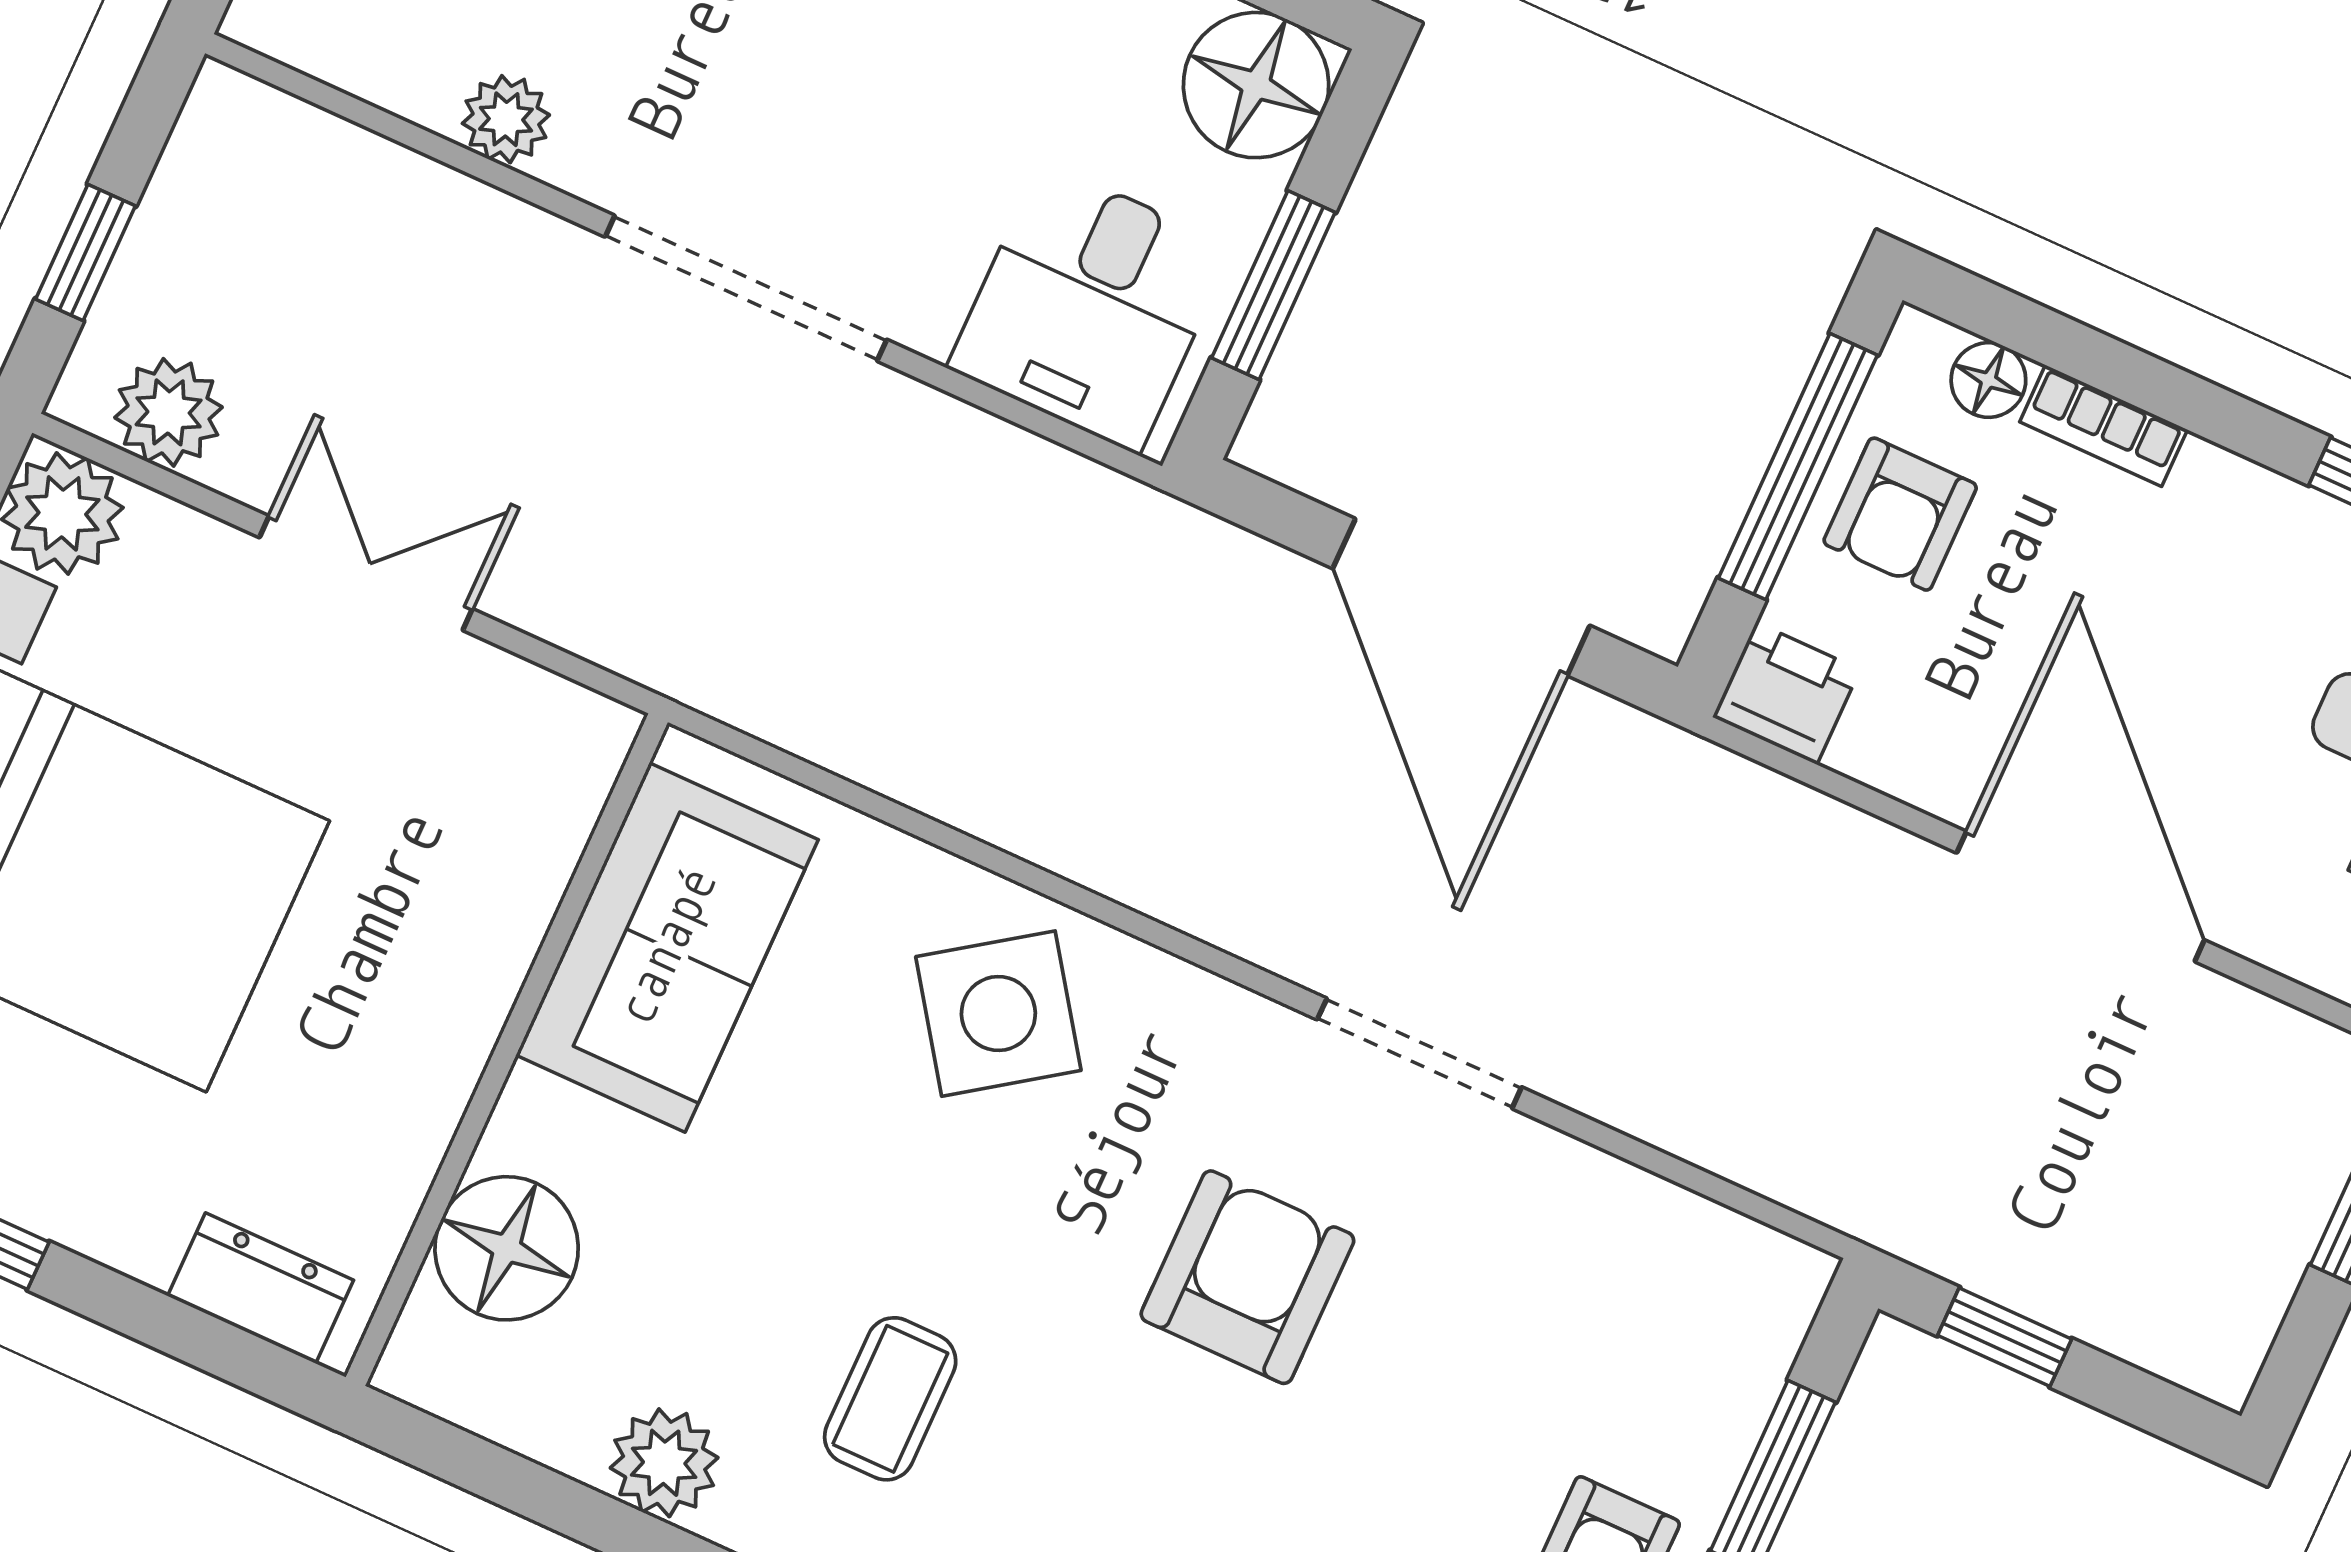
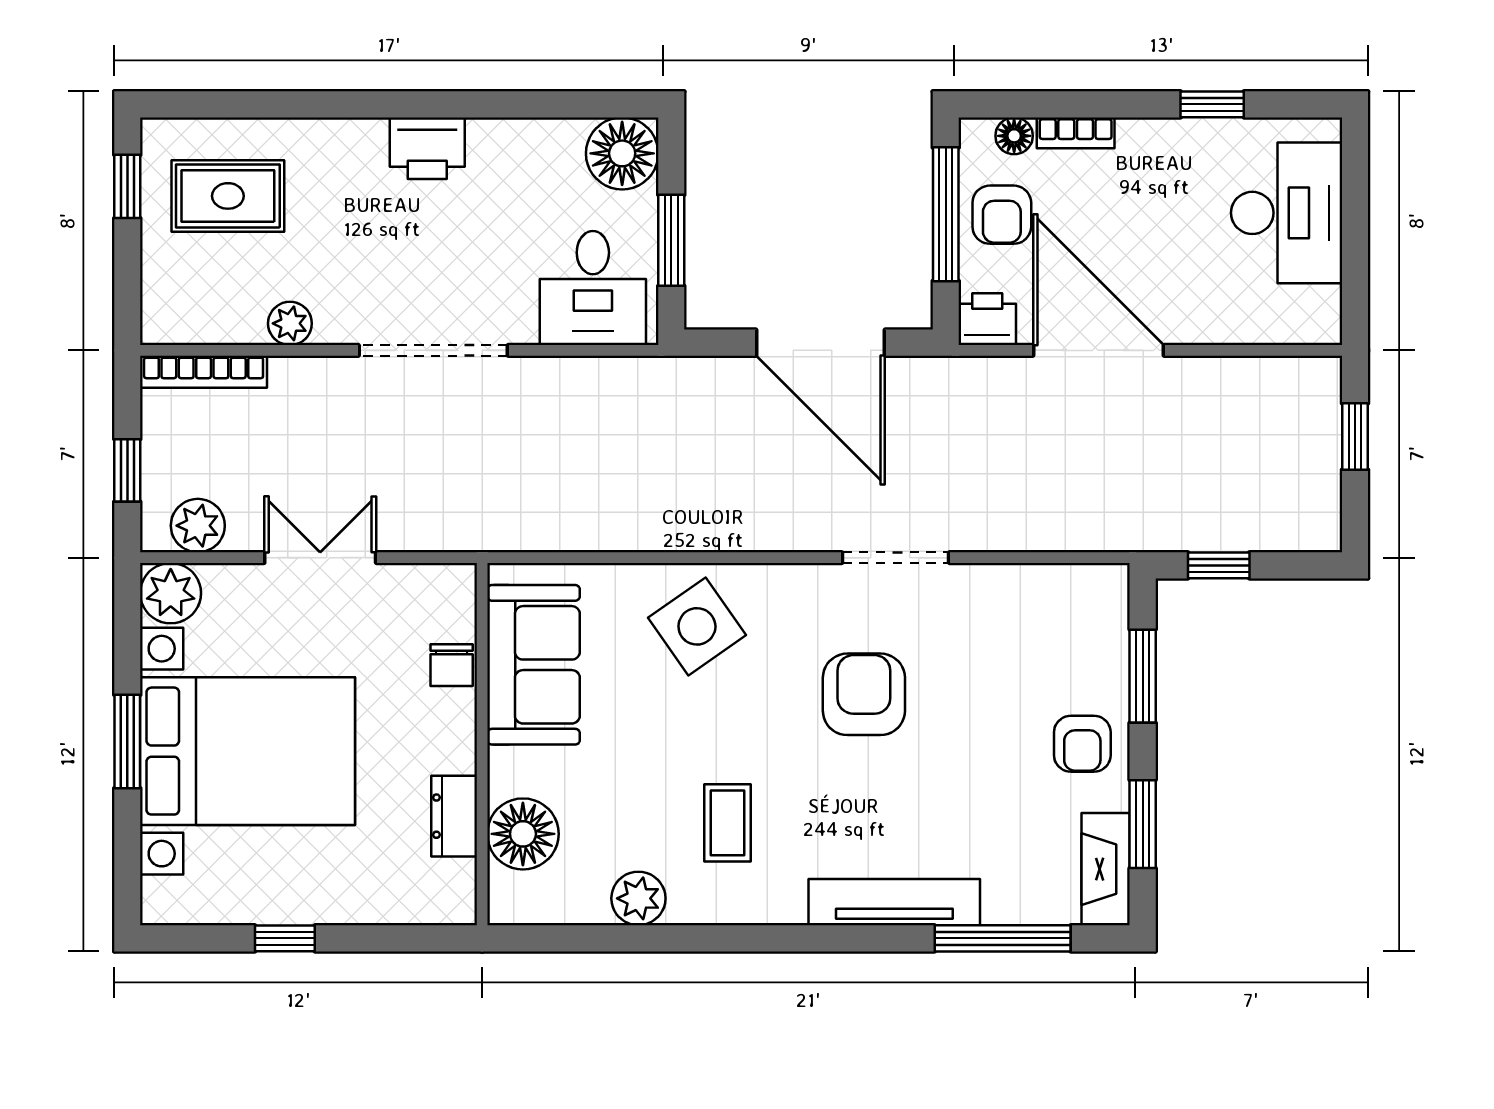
bookcase: (307, 136) -> (204, 372), added
chair: (517, 880) -> (452, 665), added
door: (2081, 896) -> (1098, 350), moved
dresser: (261, 1288) -> (454, 816), moved, turned -90

